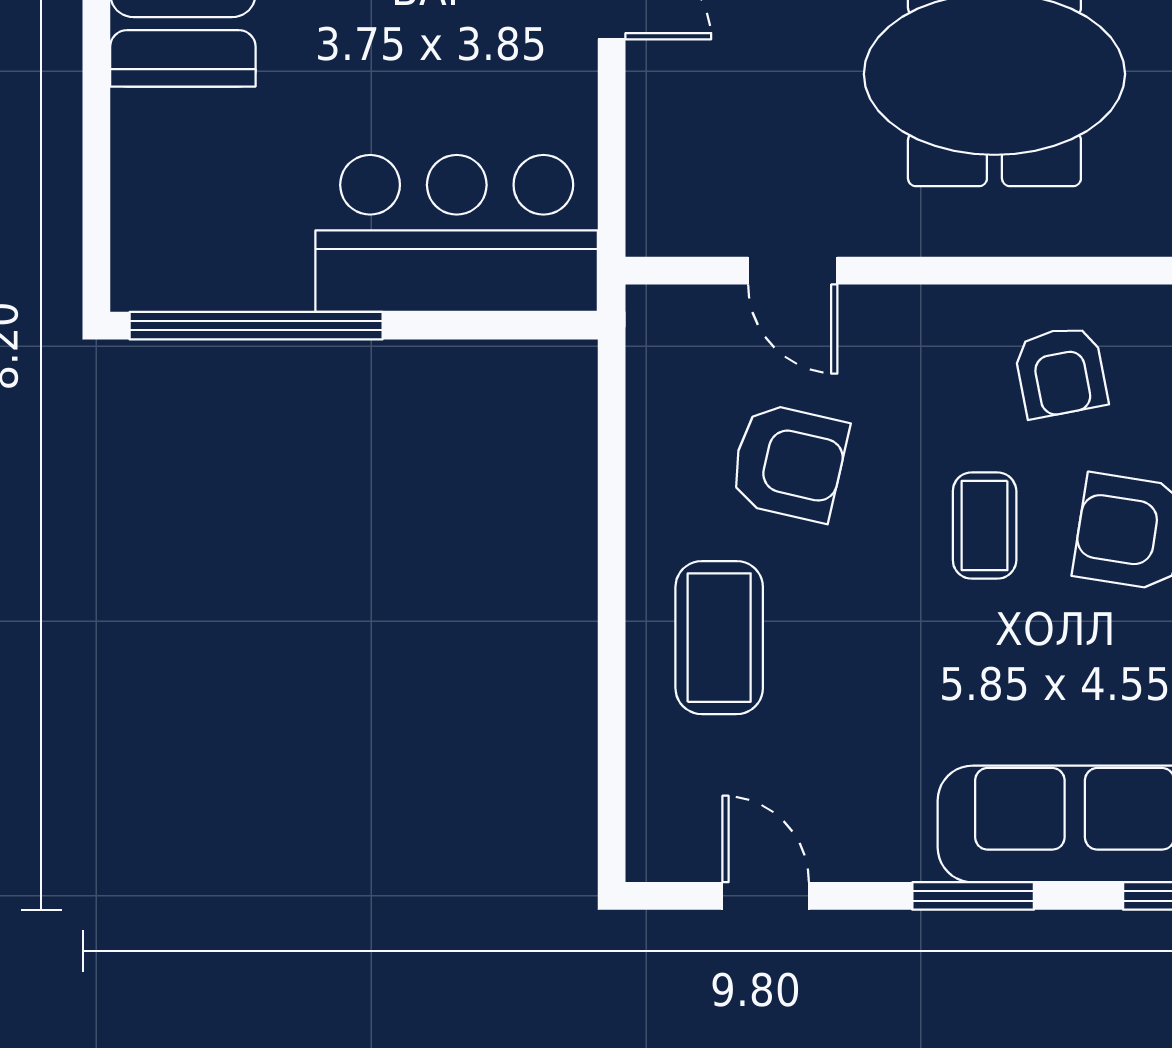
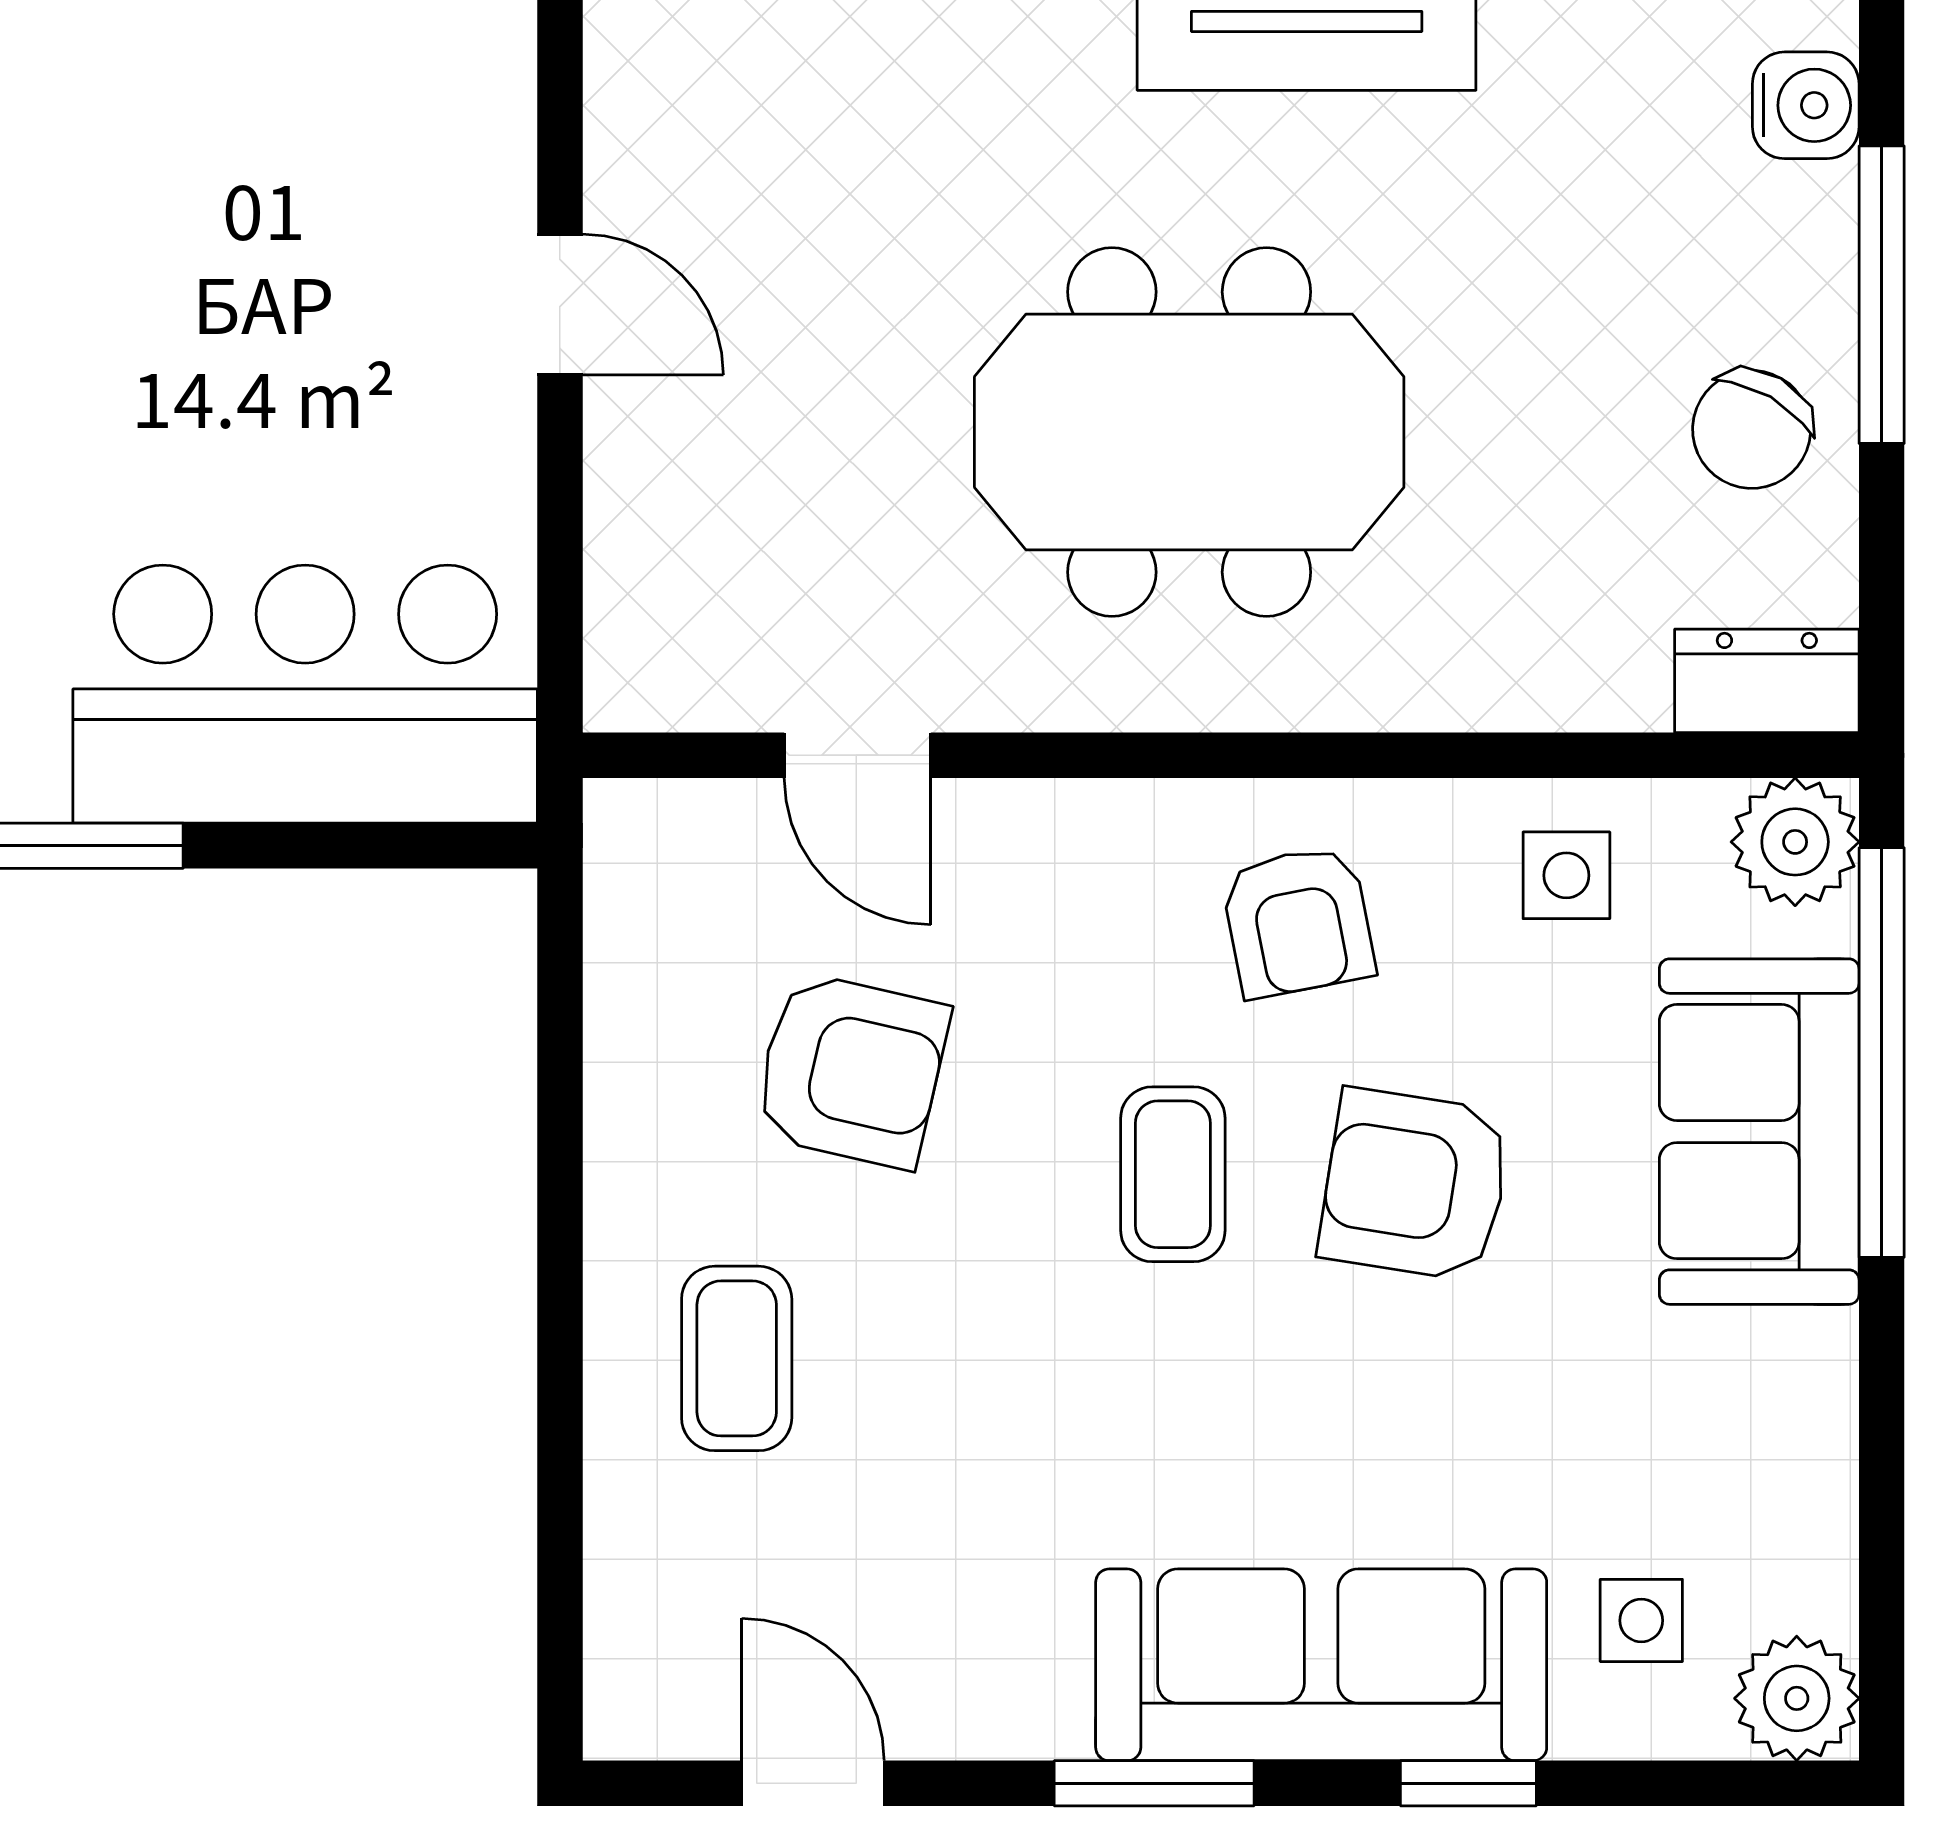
coffee table: (719, 638) -> (737, 1358), width x0.73, depth x0.77

